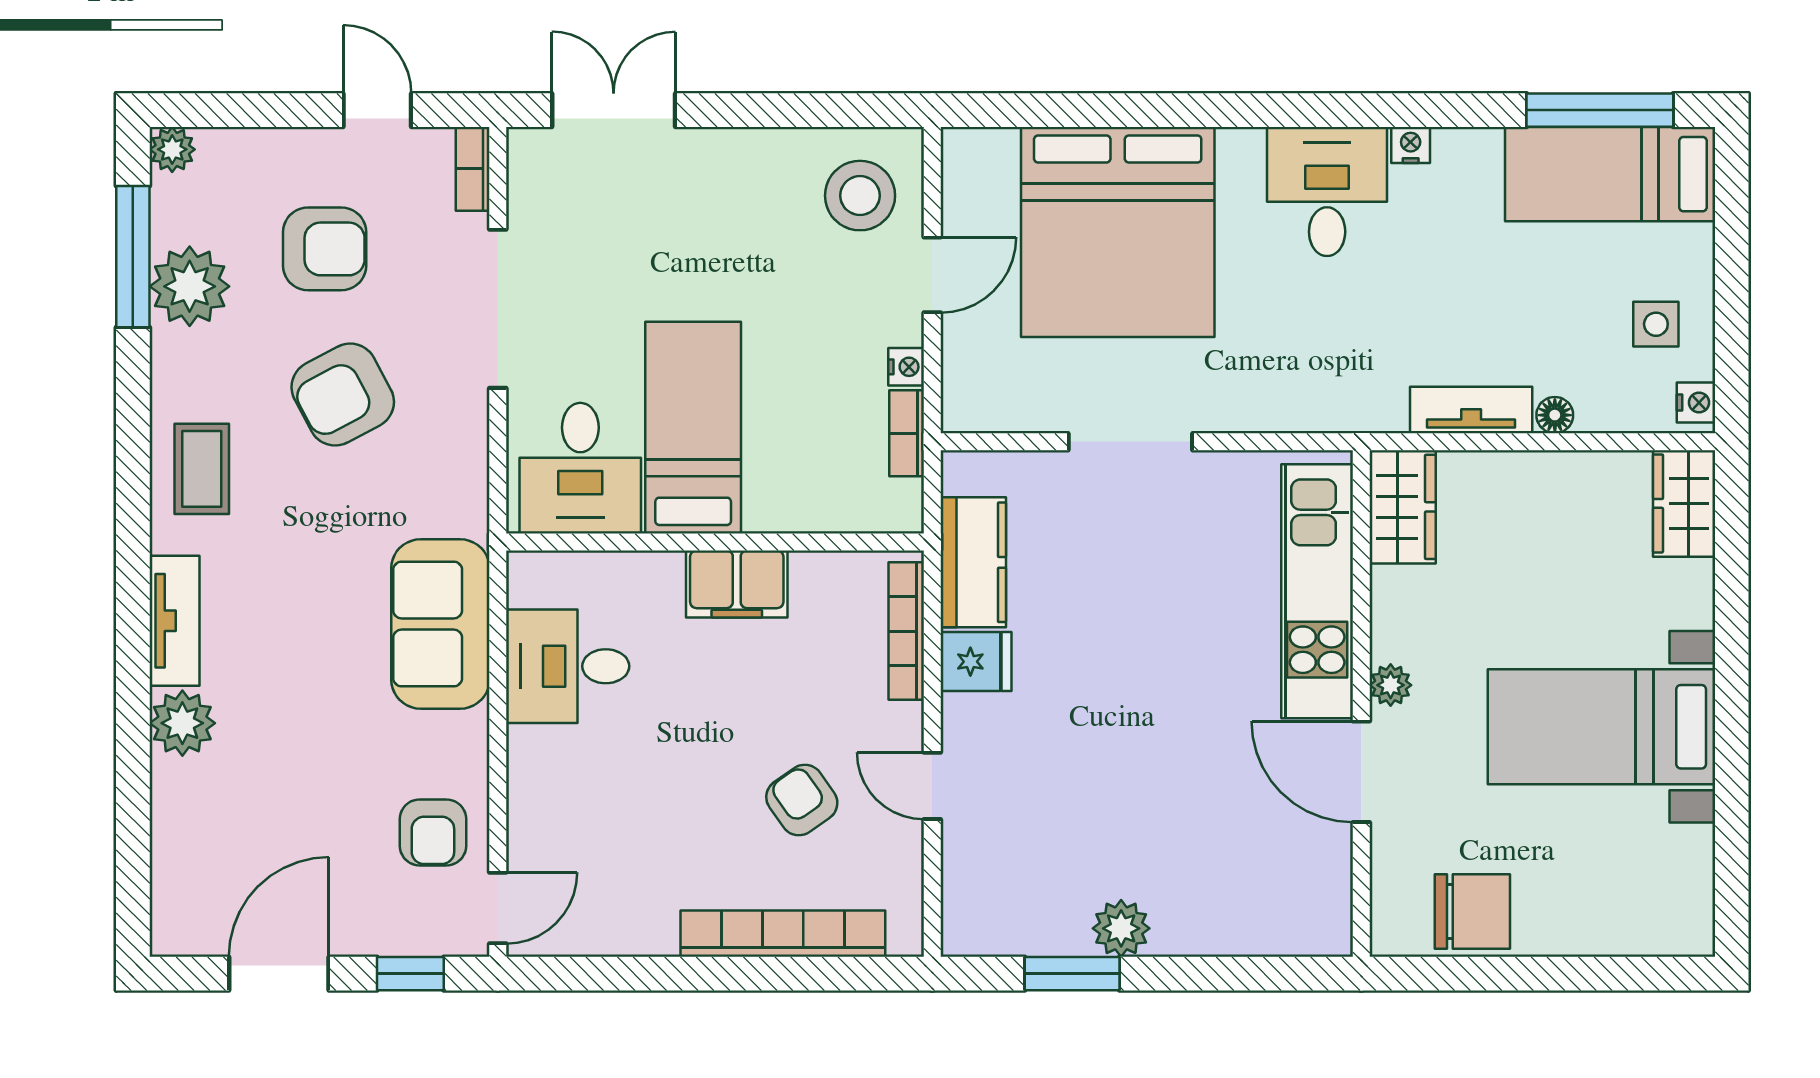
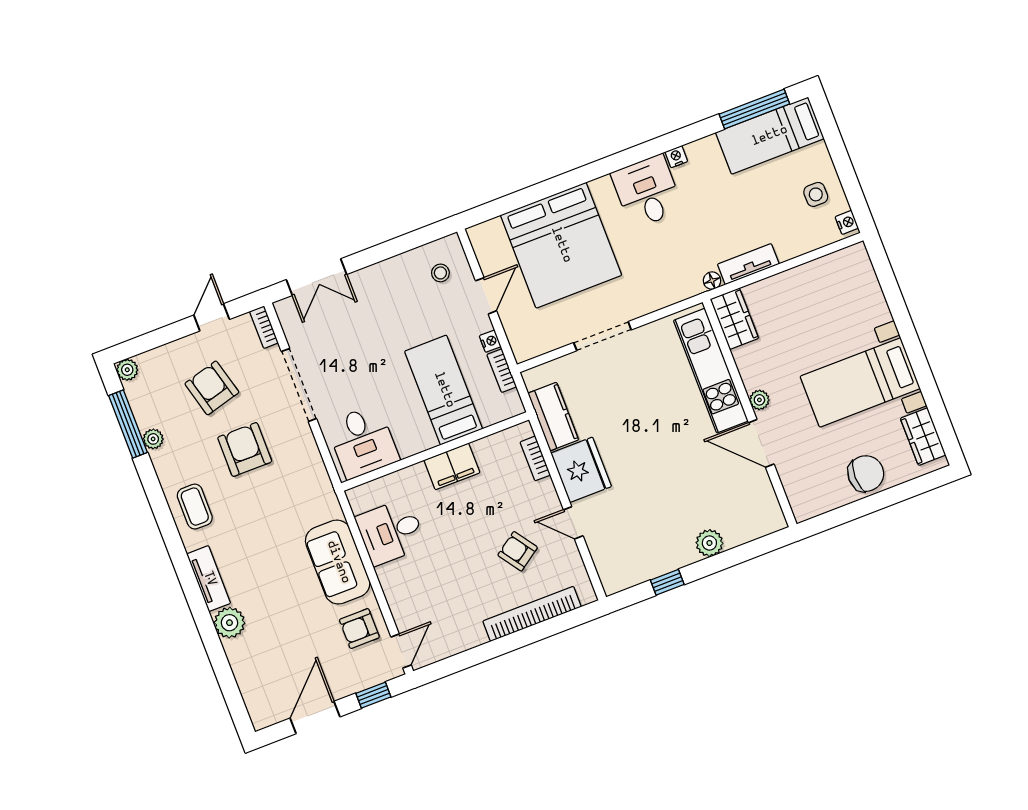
door: (377, 110) -> (212, 317), hinge flipped
double door: (614, 110) -> (317, 277), swing flipped
stool: (860, 196) -> (440, 273), width x0.53, depth x0.53
armchair: (325, 249) -> (212, 388), turned -105
plant: (190, 286) -> (153, 439), width x0.53, depth x0.53
armchair: (343, 395) -> (245, 449), turned 118
floor lamp: (1555, 415) -> (712, 281), moved
bed: (693, 428) -> (444, 390), moved
wardrobe: (1684, 503) -> (923, 437), moved
sofa: (440, 624) -> (338, 562), moved
bookcase: (906, 631) -> (535, 458), width x0.64
fridge: (976, 662) -> (581, 470), width x1.88, depth x1.34
armchair: (433, 832) -> (359, 629), turned 90
chair: (1472, 912) -> (866, 474), moved
plant: (1121, 928) -> (709, 543), moved
window: (1072, 974) -> (667, 582), width x0.67

